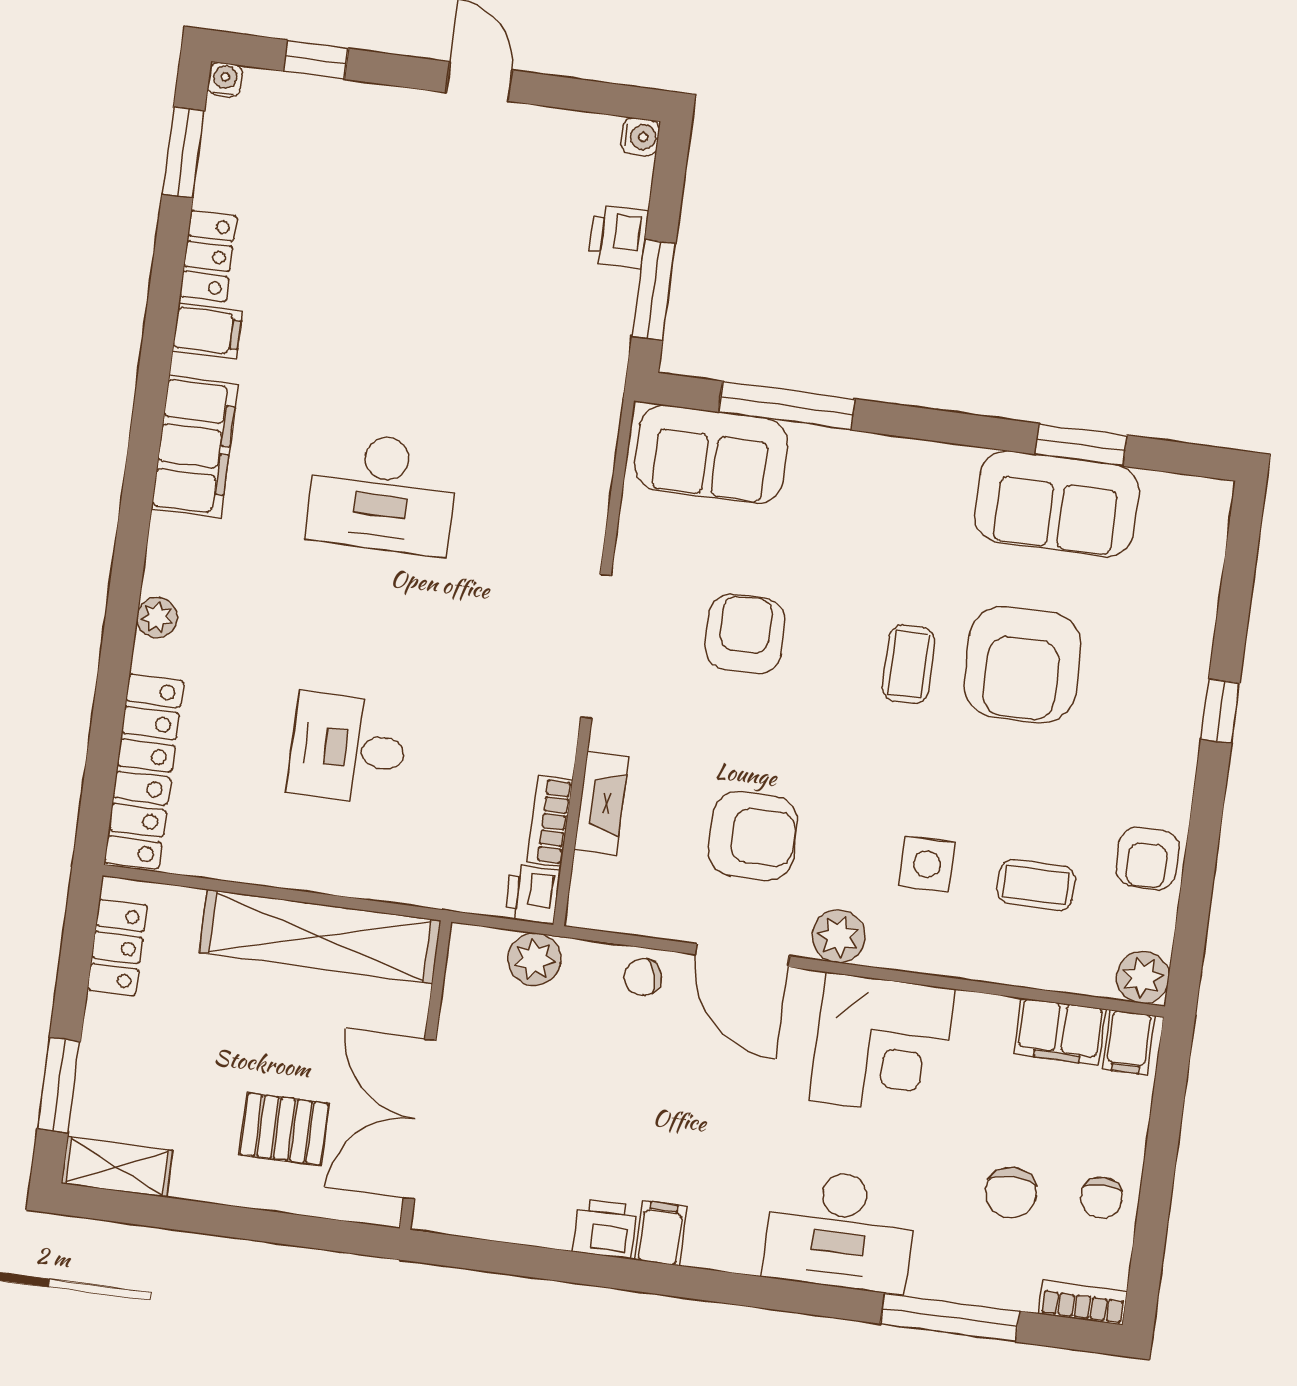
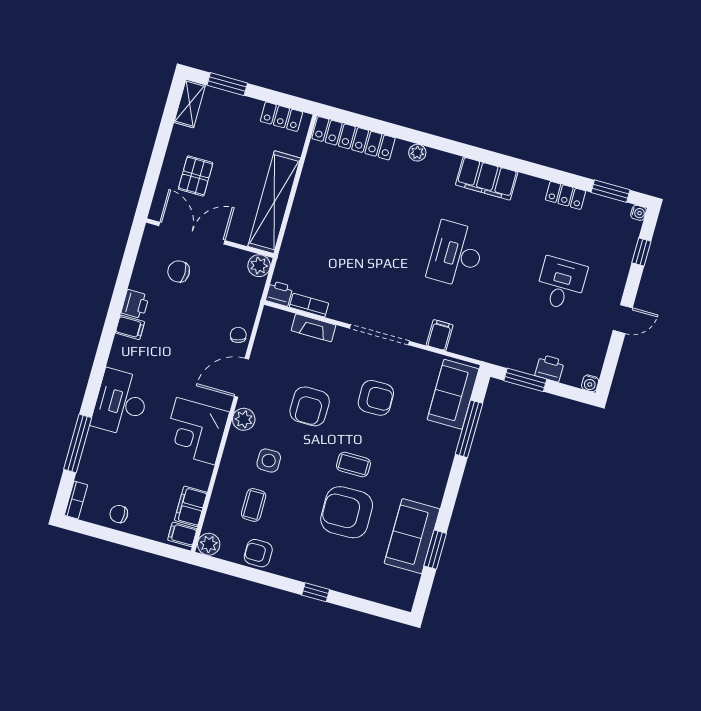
filing cabinet: (207, 331) -> (440, 335), moved, turned 180
desk: (348, 749) -> (561, 284), moved
armchair: (753, 836) -> (310, 406), moved
plant: (534, 959) -> (259, 266), moved
chair: (1011, 1193) -> (179, 271), moved

